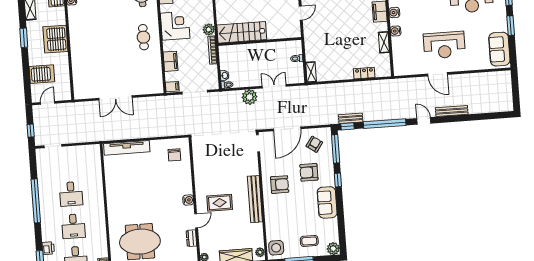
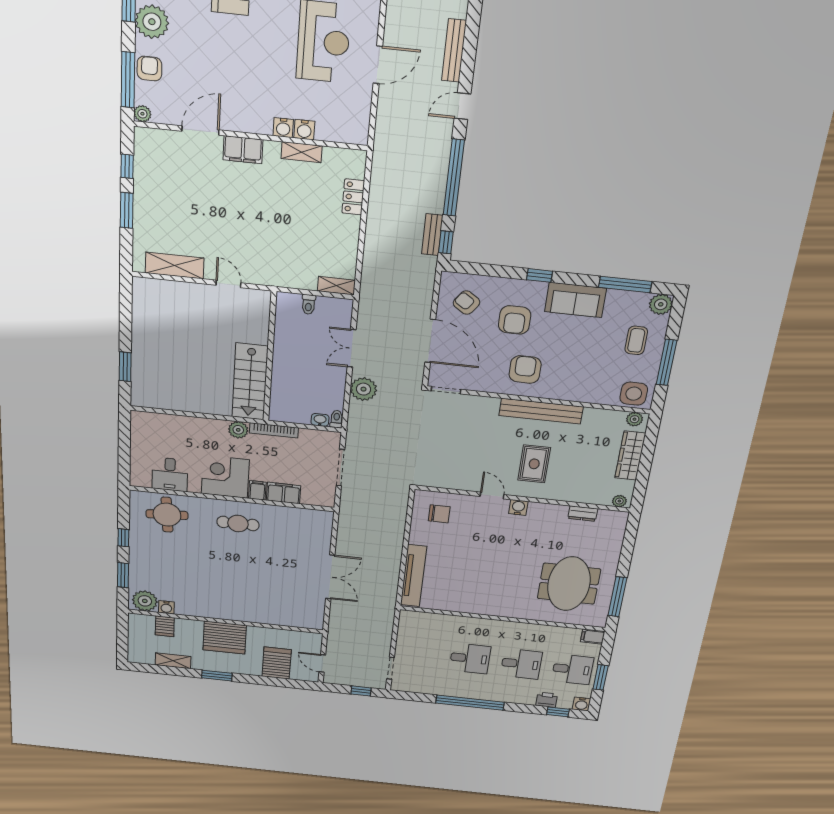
water cooler: (394, 13) -> (304, 130), moved
filing cabinet: (172, 87) -> (257, 490), moved
window: (336, 149) -> (625, 284), moved
door: (196, 221) -> (492, 495), moved

